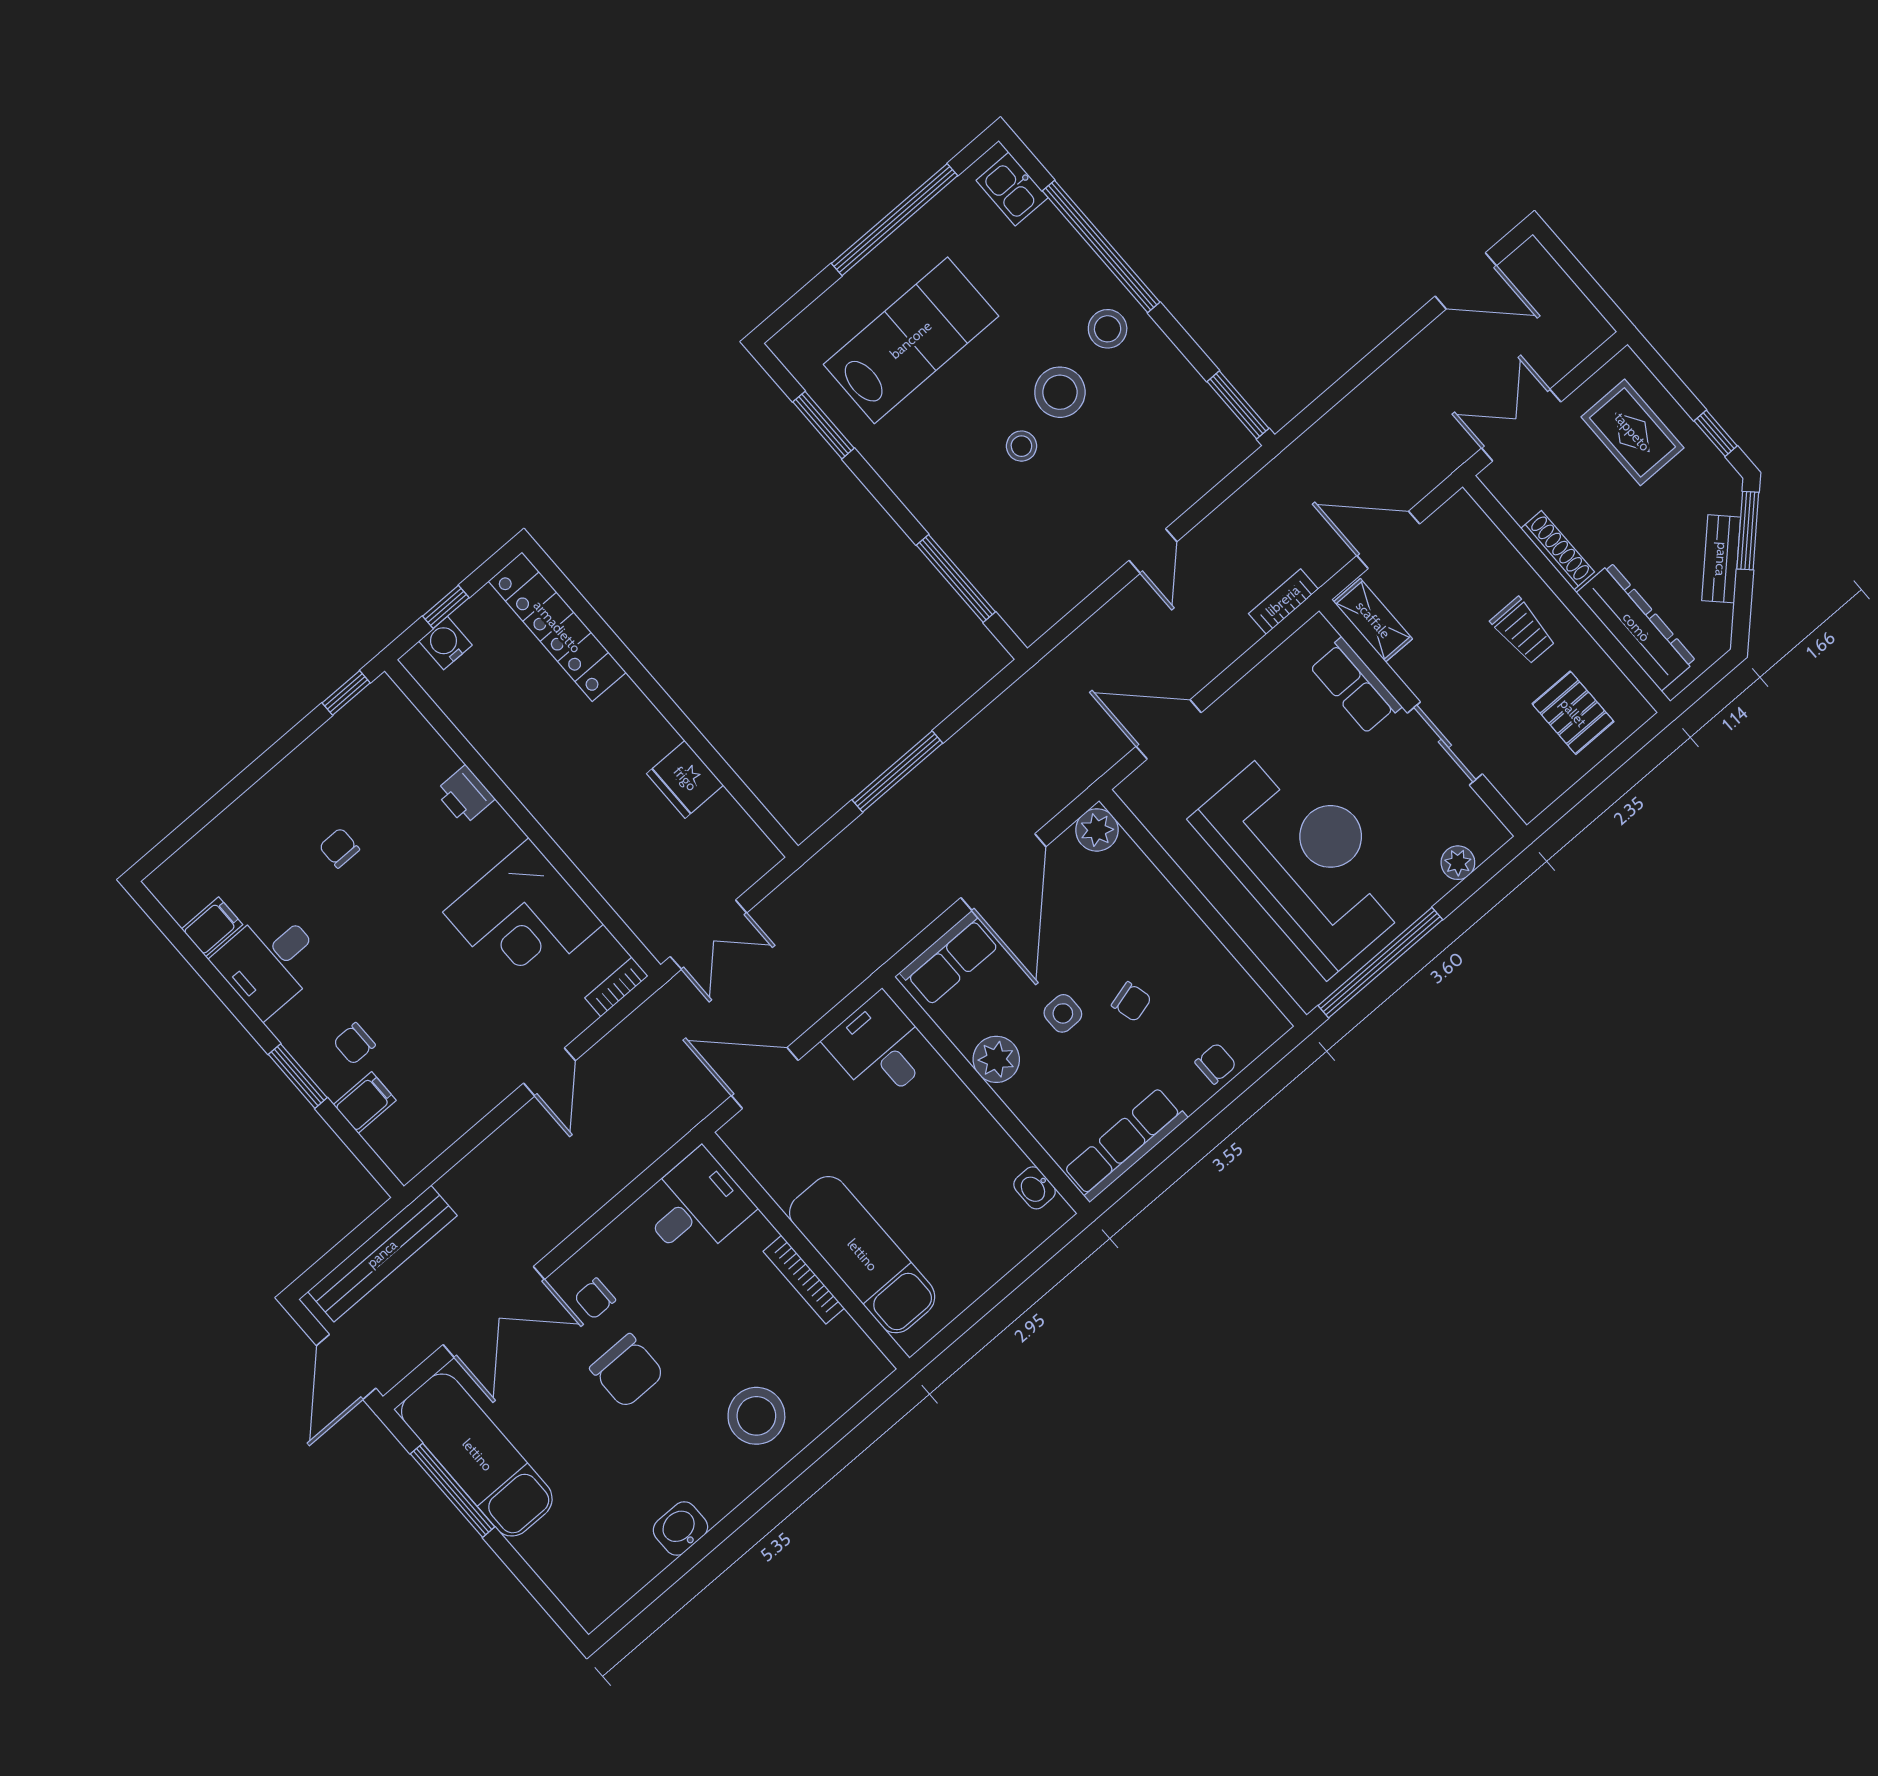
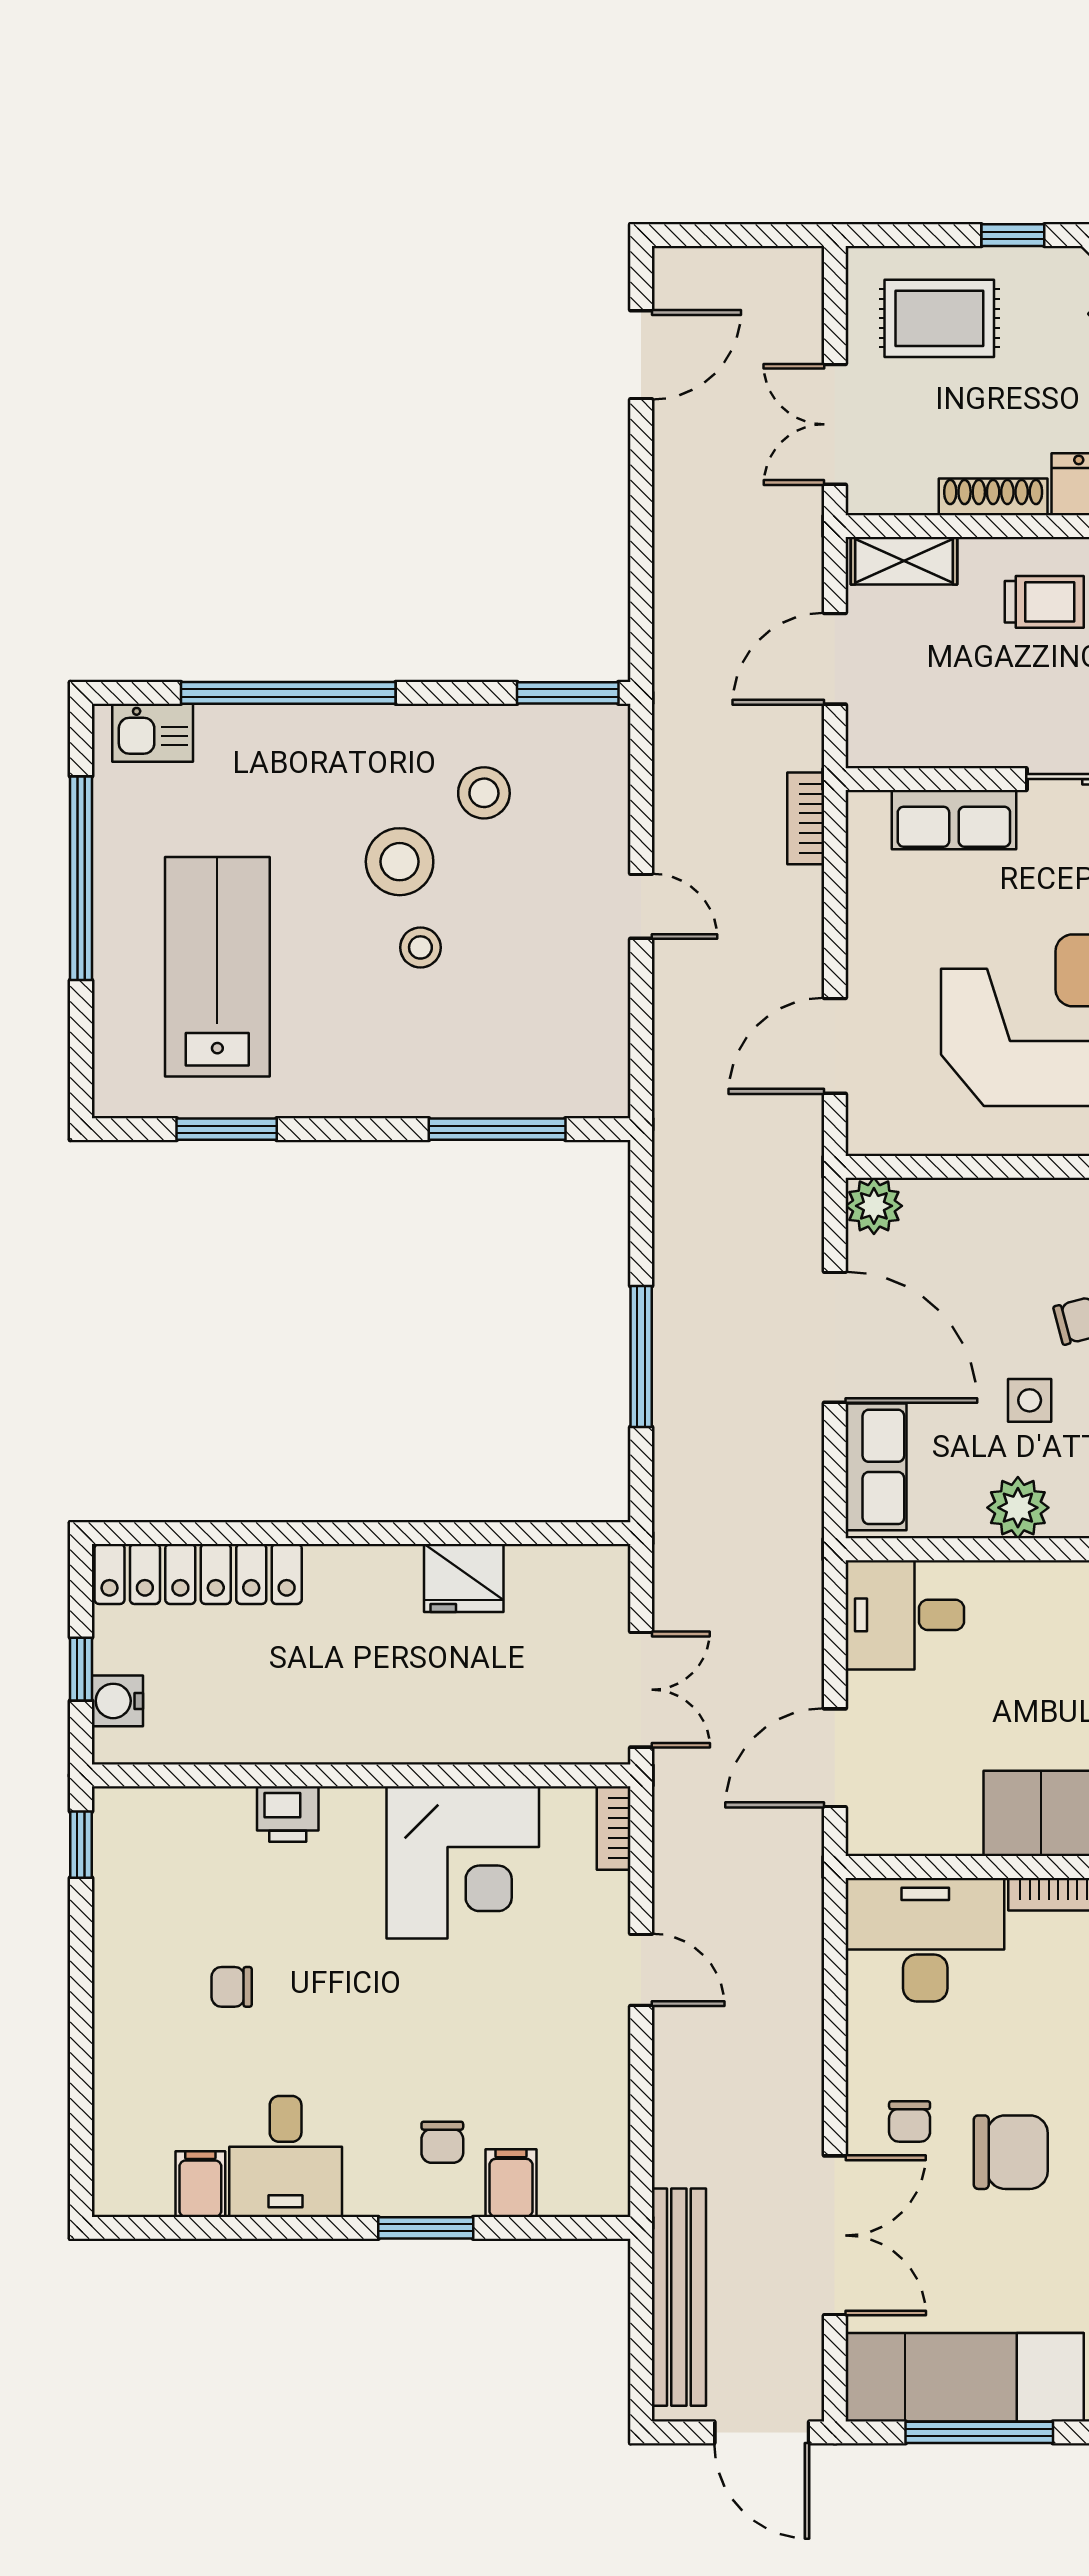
stool: (1108, 329) -> (484, 793), moved
shelving: (1373, 620) -> (904, 561), moved
desk: (695, 1206) -> (925, 1940), width x1.37

